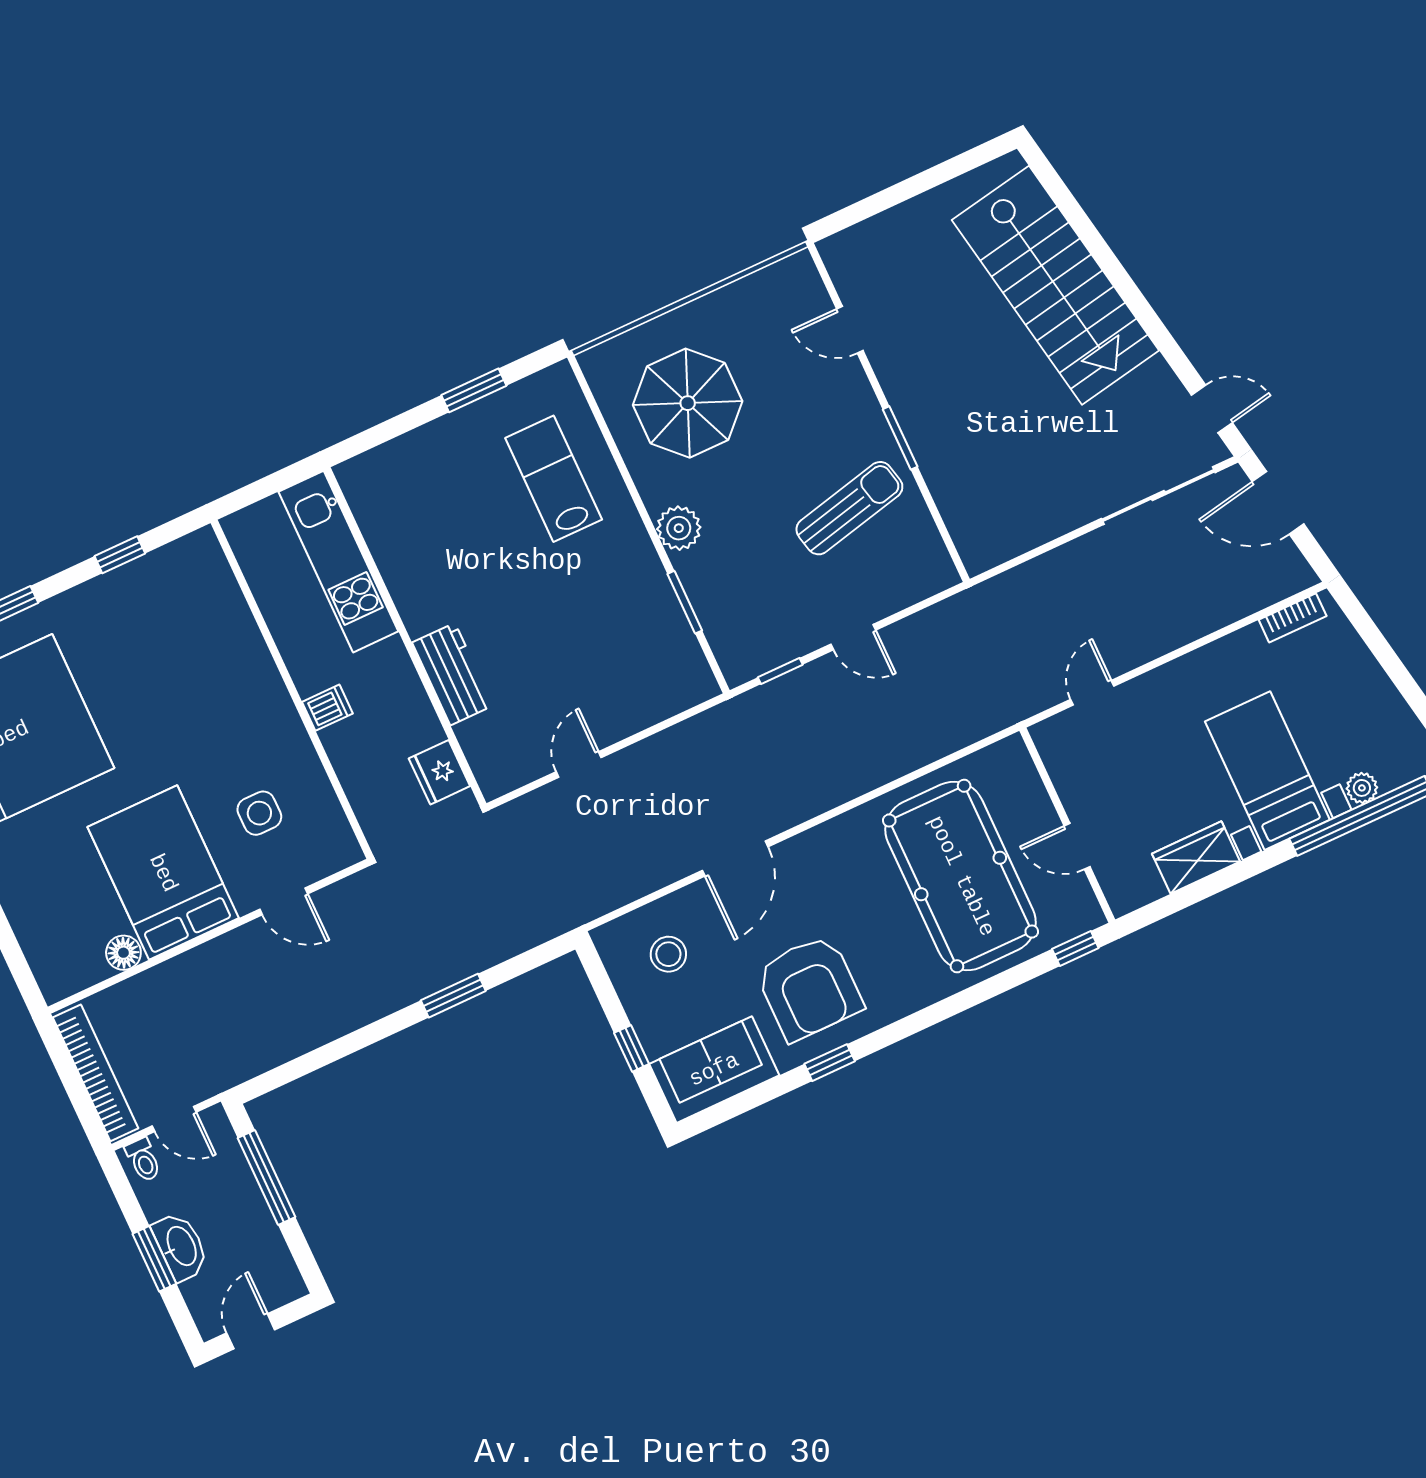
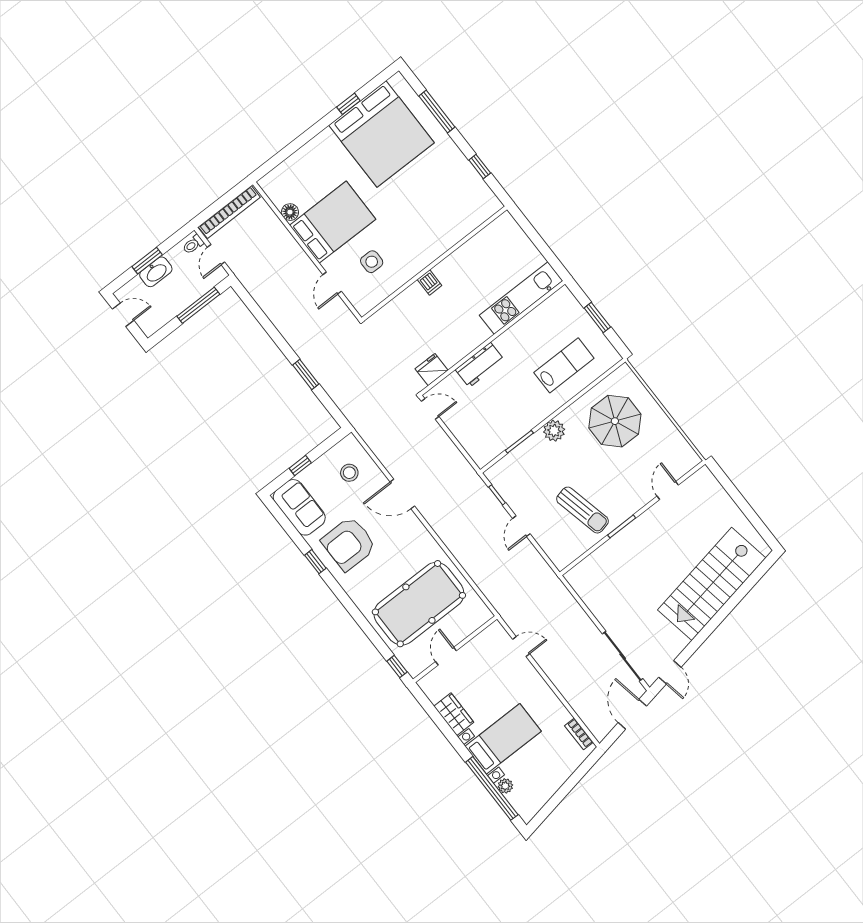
kitchen unit: (338, 562) -> (521, 298), moved
wall: (405, 637) -> (492, 338), moved
workbench: (453, 674) -> (480, 365), moved
fridge: (439, 772) -> (432, 370), moved

